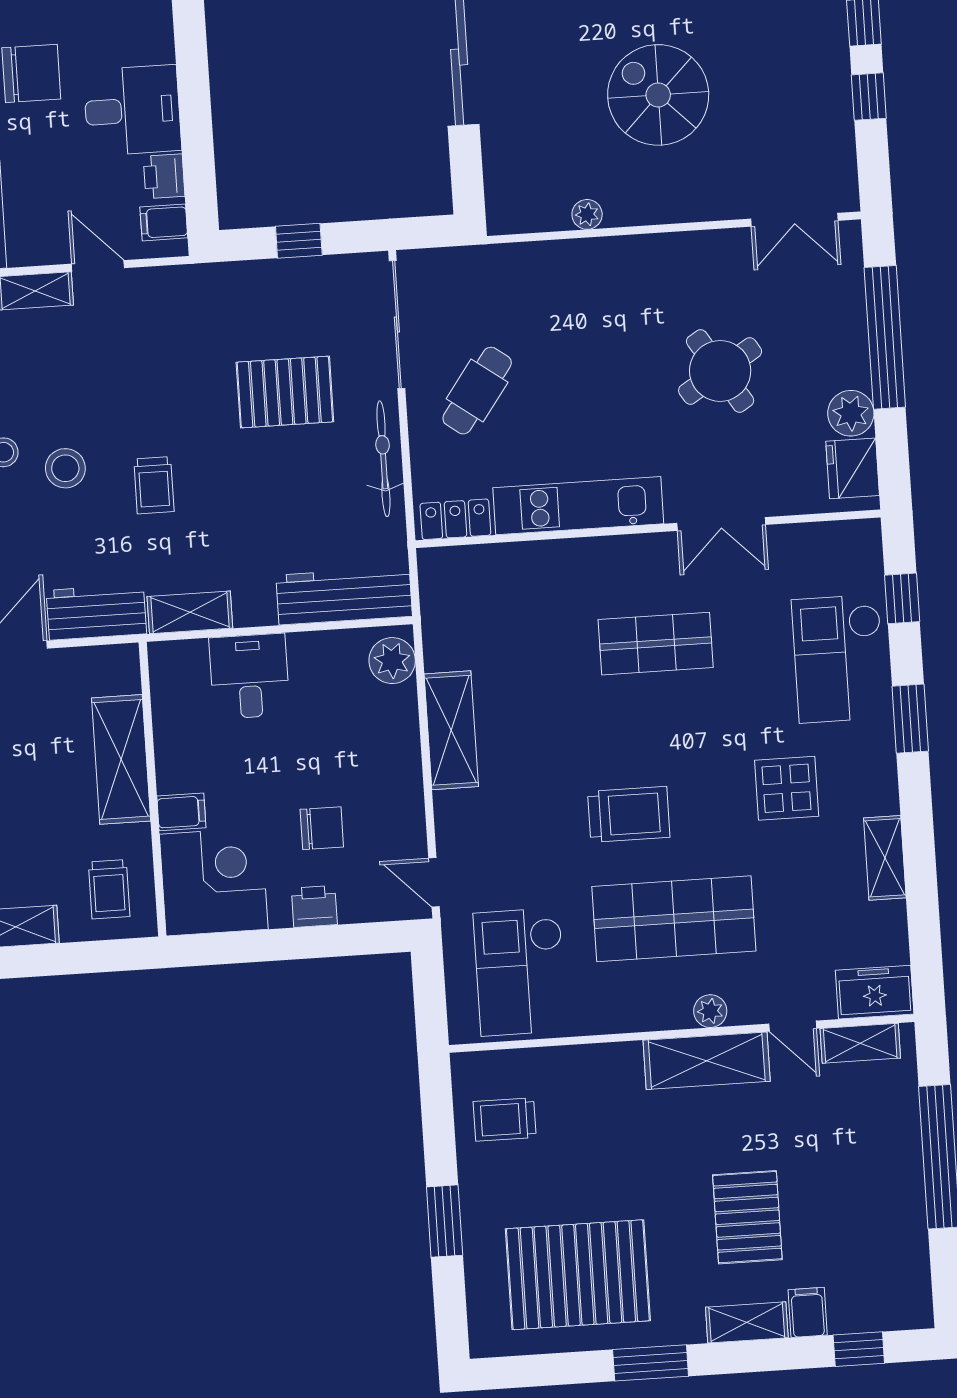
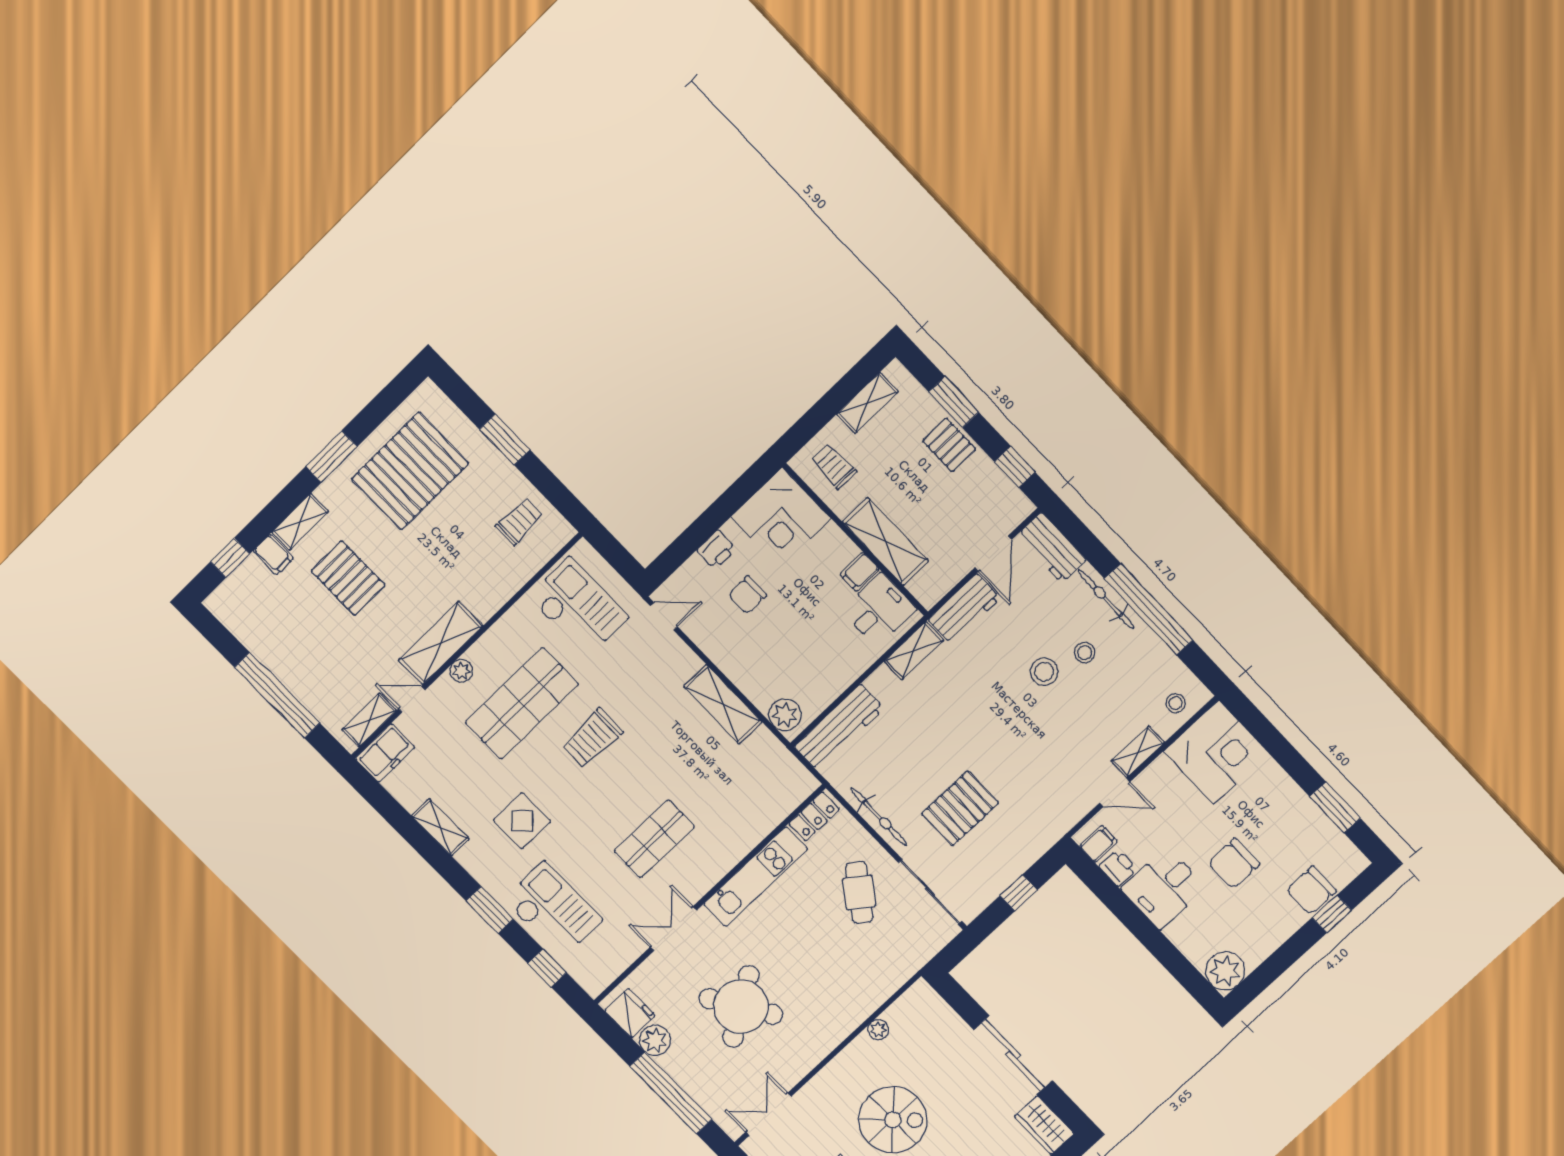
round table: (720, 371) -> (741, 1006), width x1.36, depth x1.36
trolley: (154, 485) -> (989, 702), removed
desk: (249, 676) -> (879, 610), moved, turned -90
filing cabinet: (181, 812) -> (860, 572), moved

